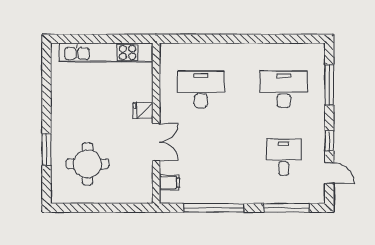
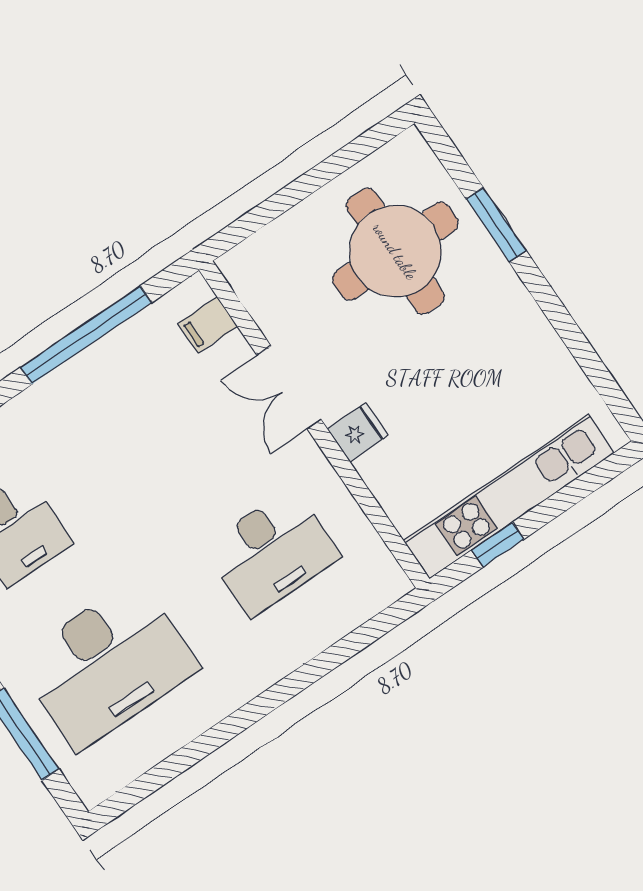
window: (121, 39) -> (498, 545), added
desk: (284, 89) -> (107, 664), width x1.36, depth x1.30
round table: (87, 164) -> (395, 251), width x1.36, depth x1.36

